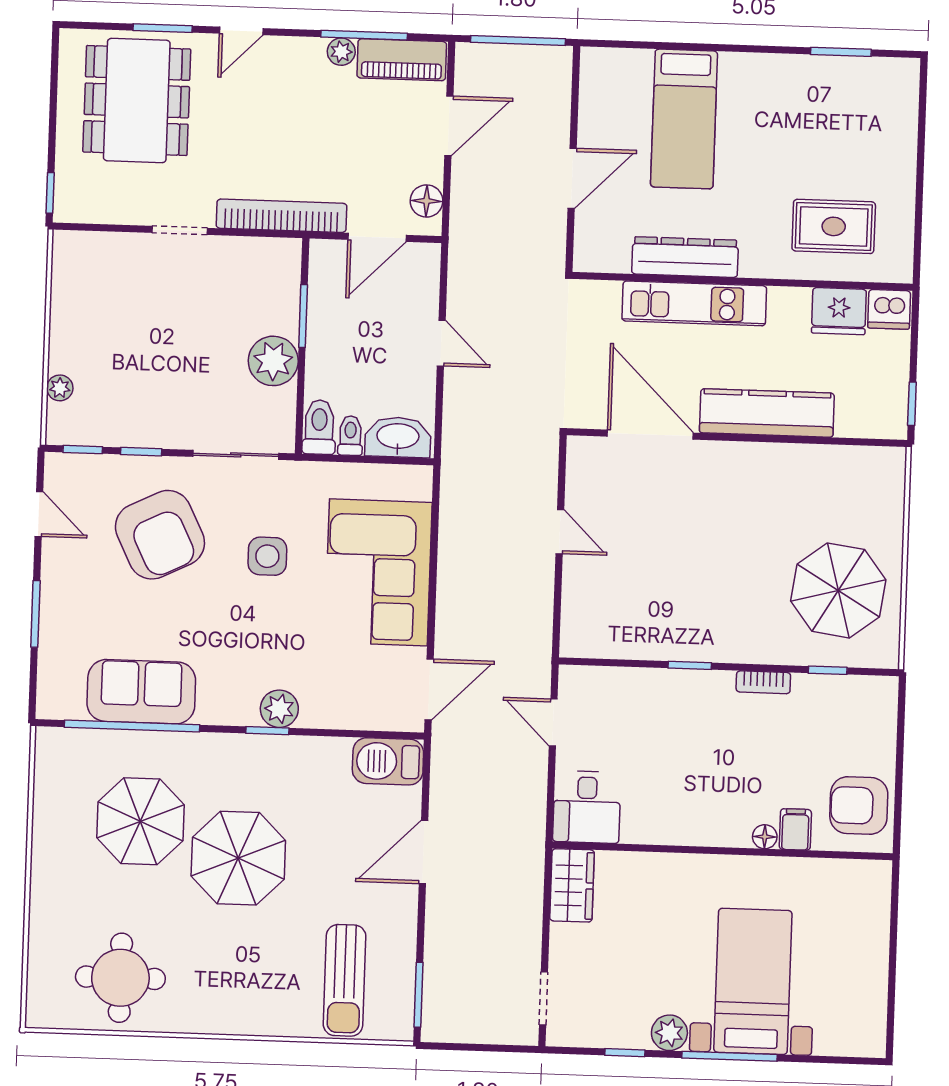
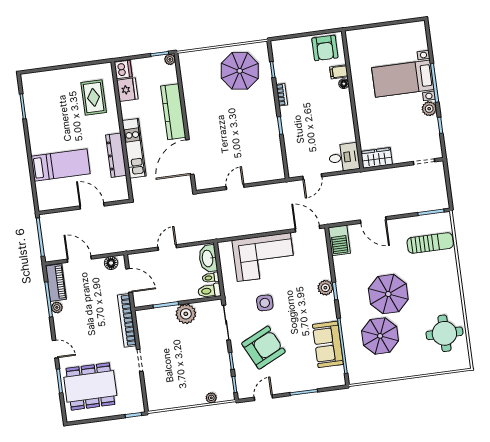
plant: (894, 426) -> (170, 59), added

